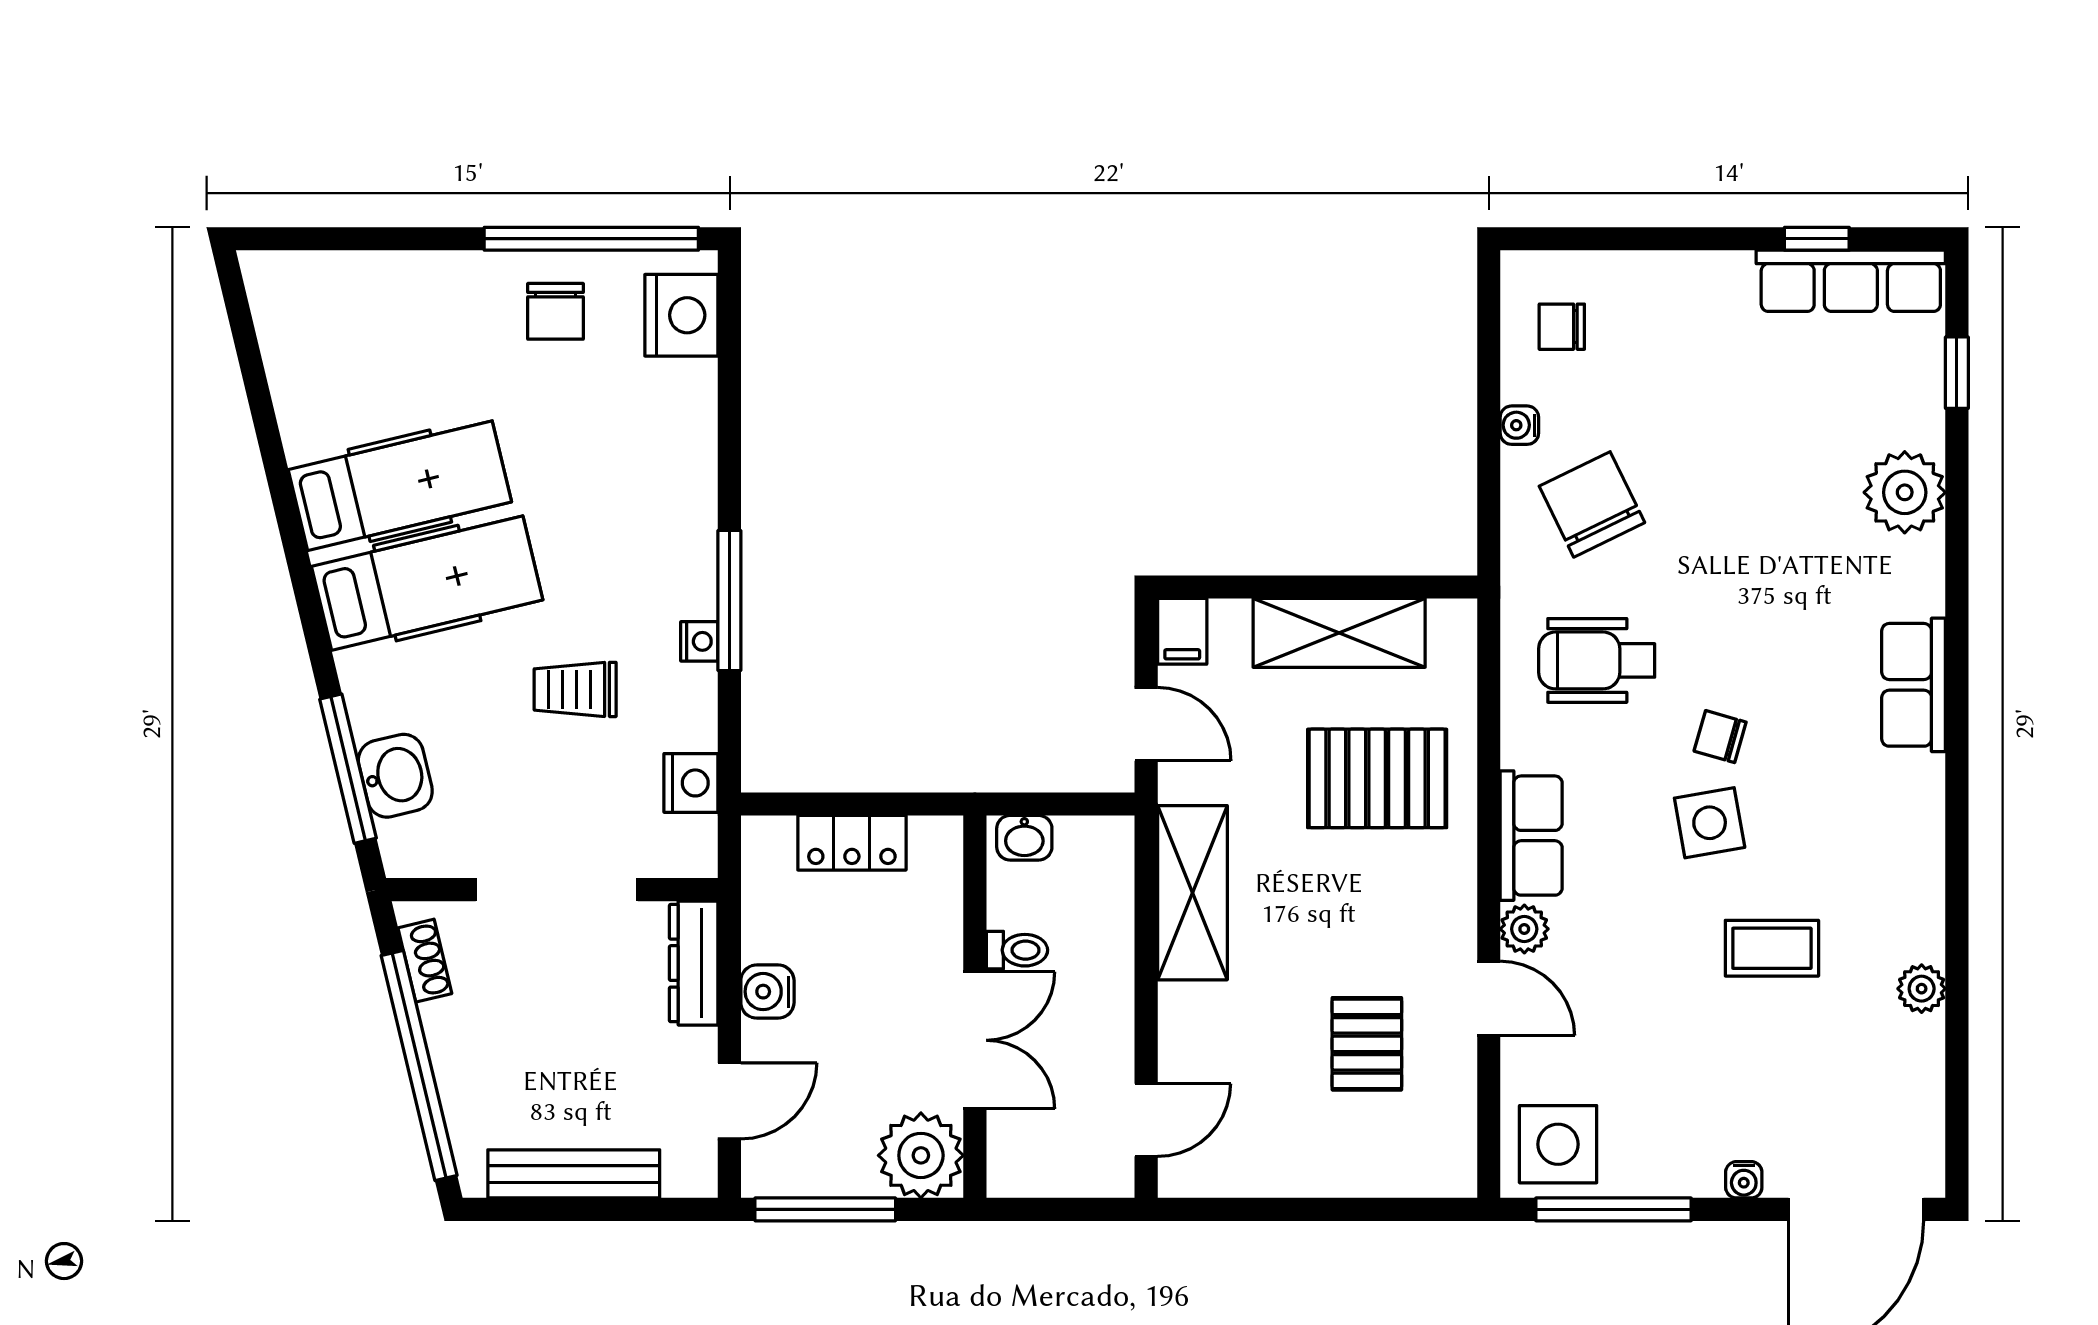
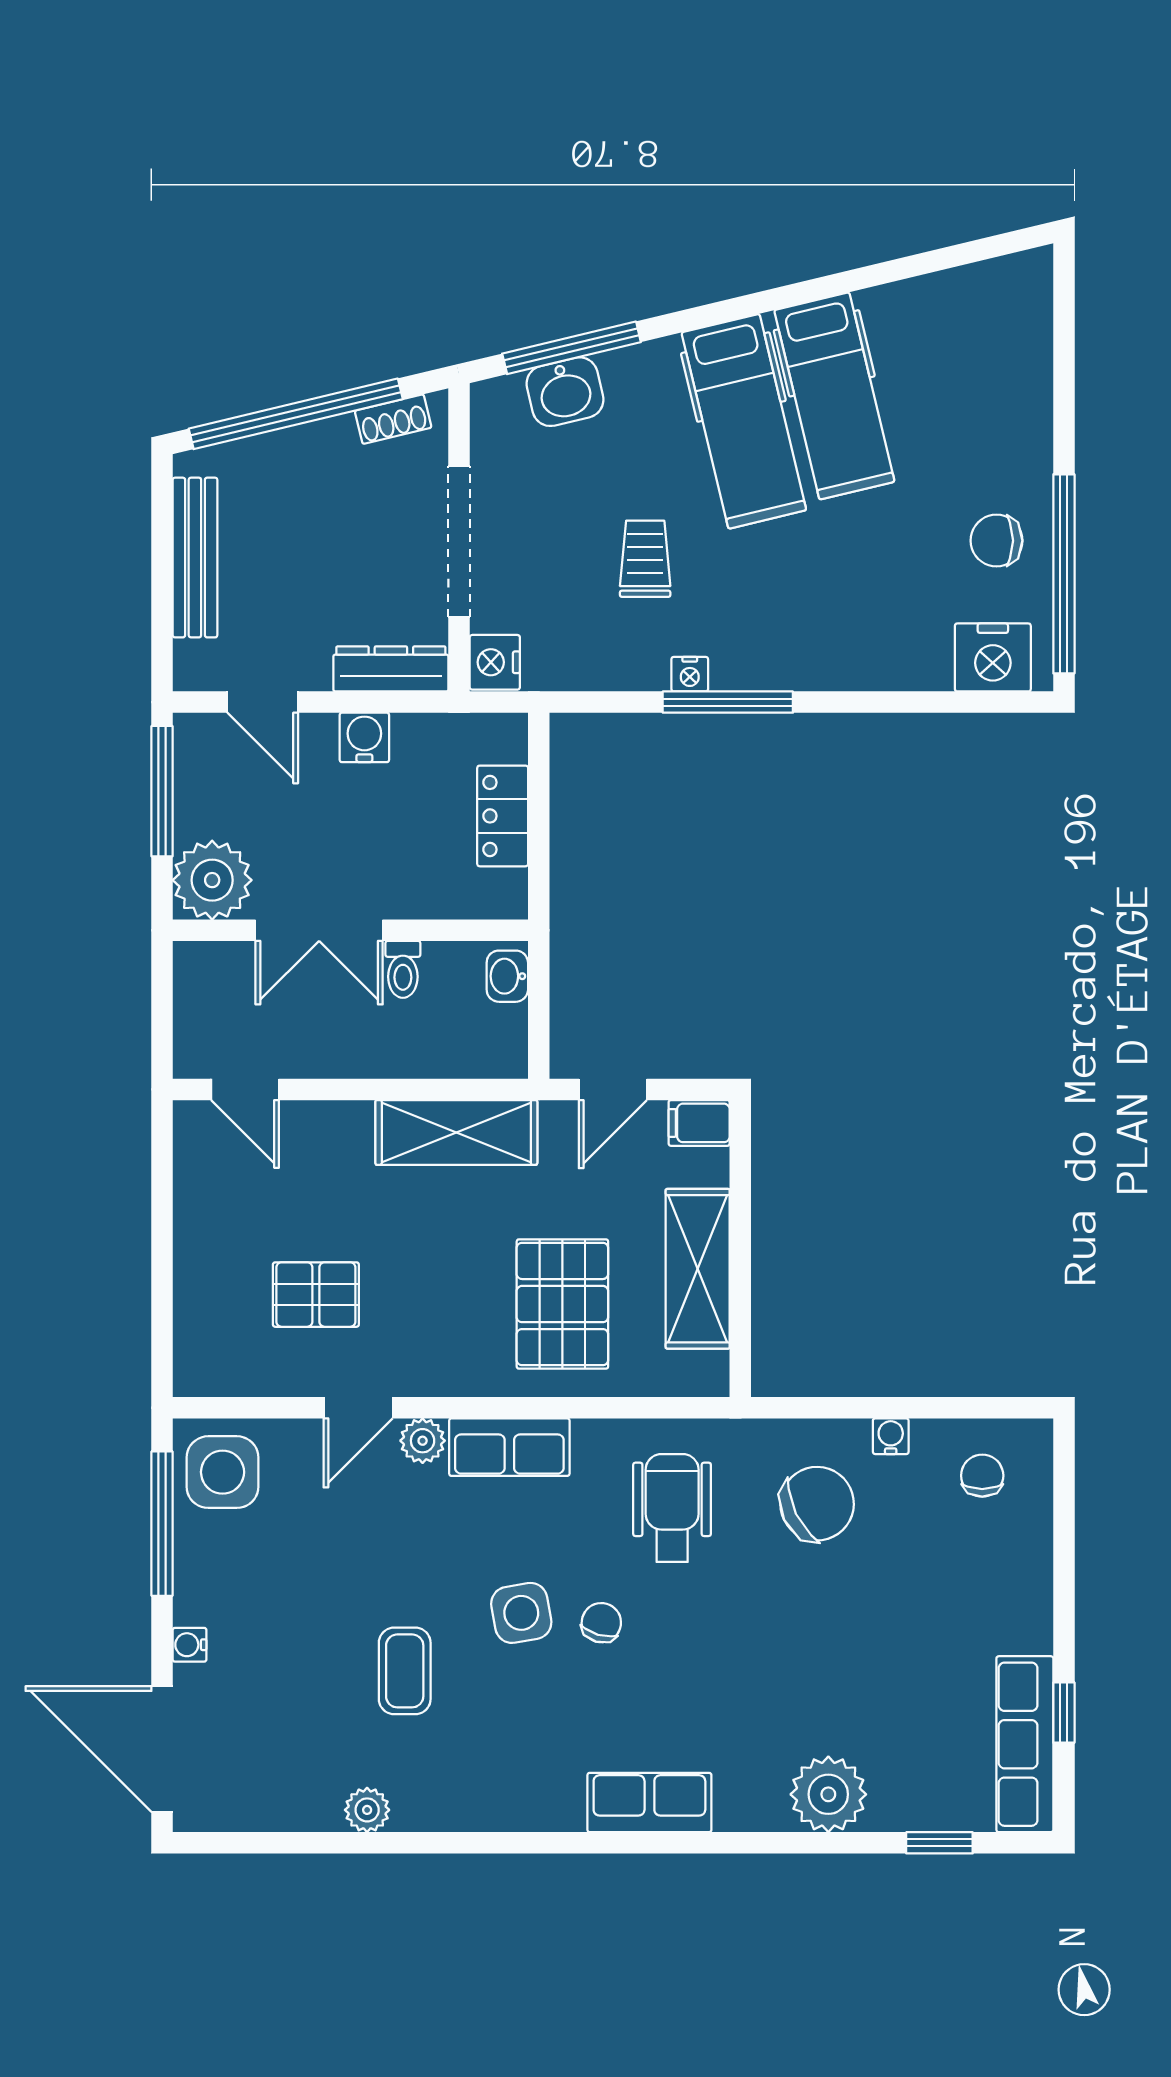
nightstand: (691, 783) -> (495, 662), moved, turned 90

